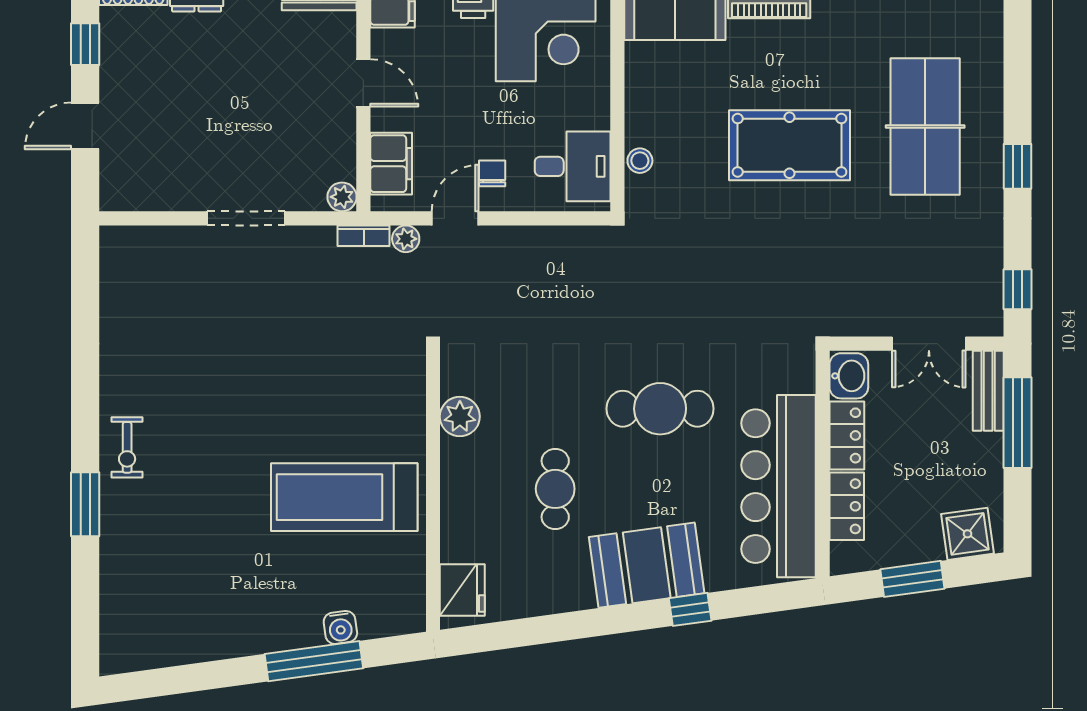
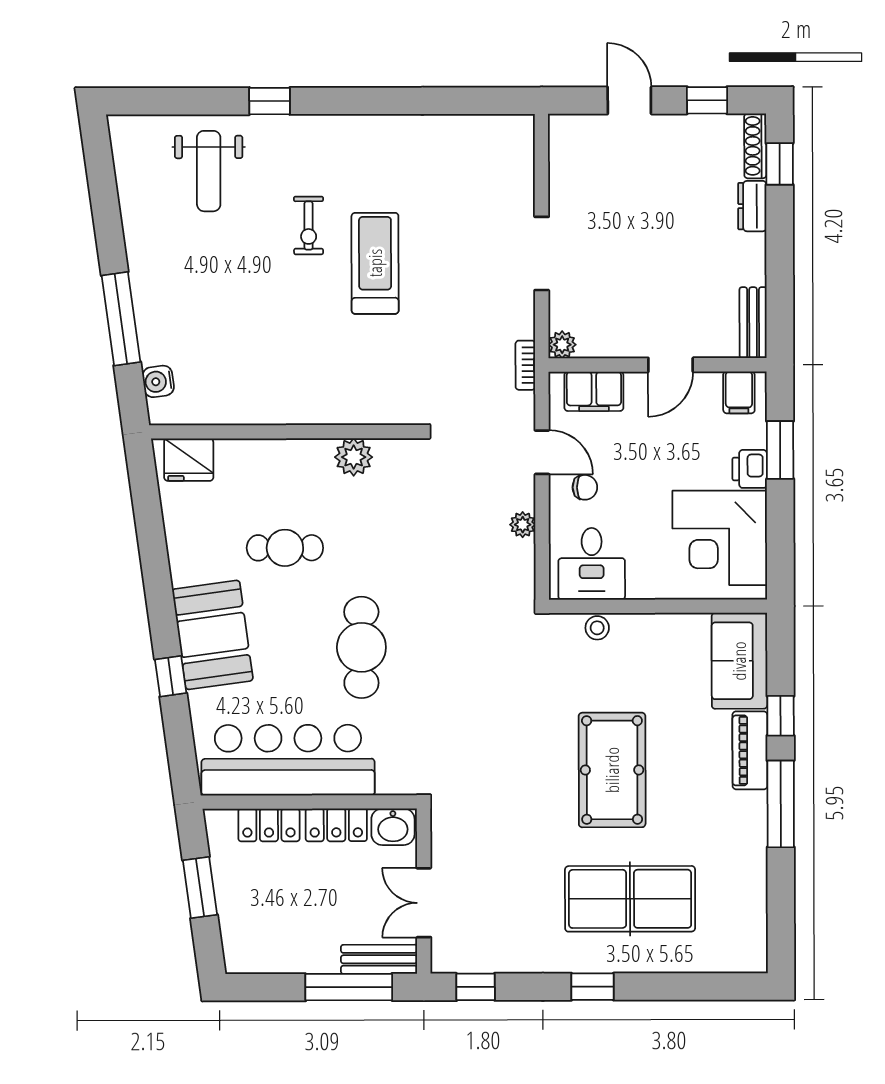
plant: (406, 239) -> (523, 525), moved
exercise bike: (127, 447) -> (309, 226), moved, turned -90
treadmill: (344, 497) -> (375, 263), moved, width x0.73, depth x0.73
window: (85, 504) -> (270, 101), width x0.67
shower: (967, 534) -> (243, 940), removed
weight bench: (159, 568) -> (209, 171), added
water cooler: (340, 627) -> (158, 381), moved

